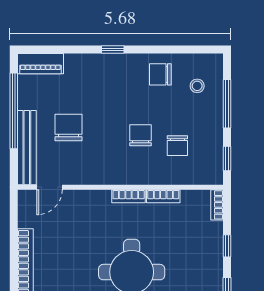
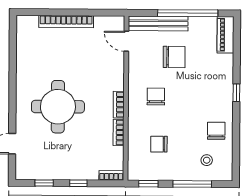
chair: (140, 135) -> (156, 96), moved, turned -90

